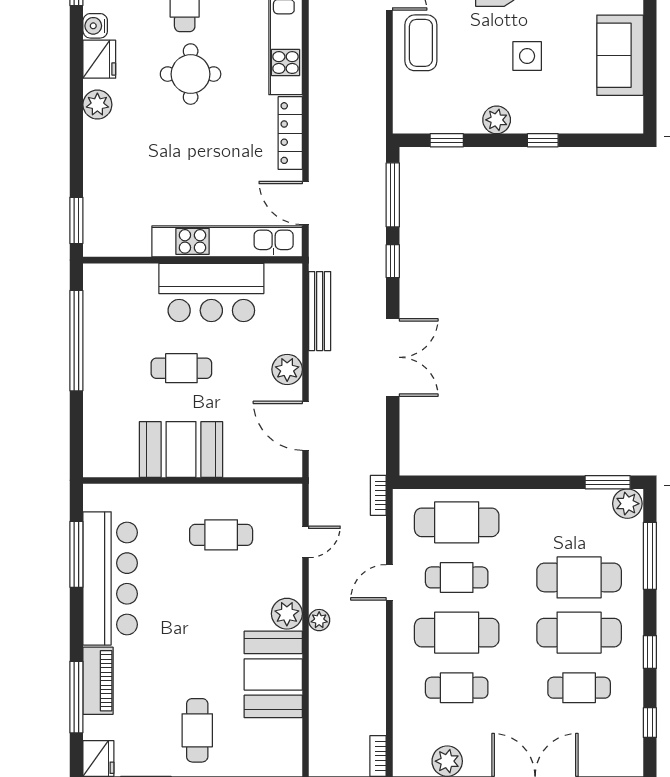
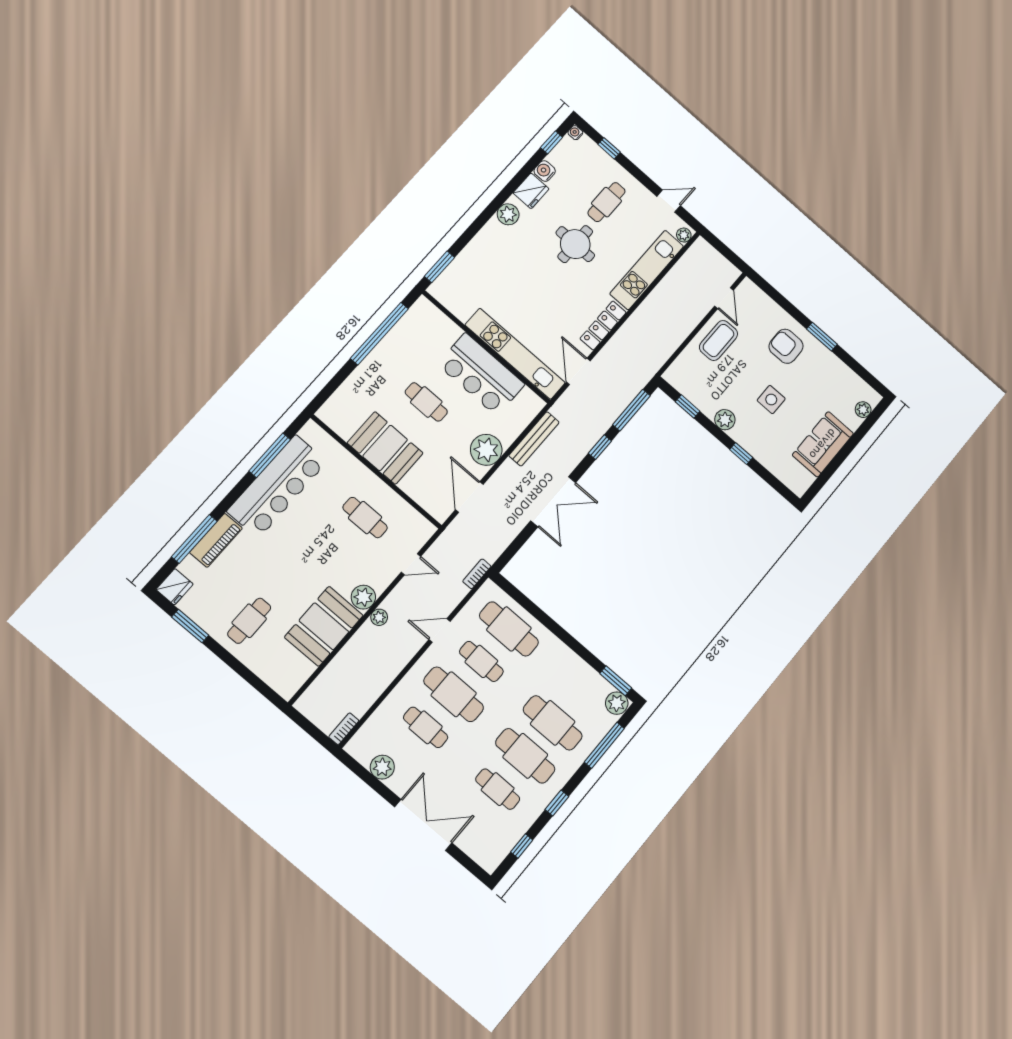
plant: (287, 369) -> (486, 450), width x1.36, depth x1.36

